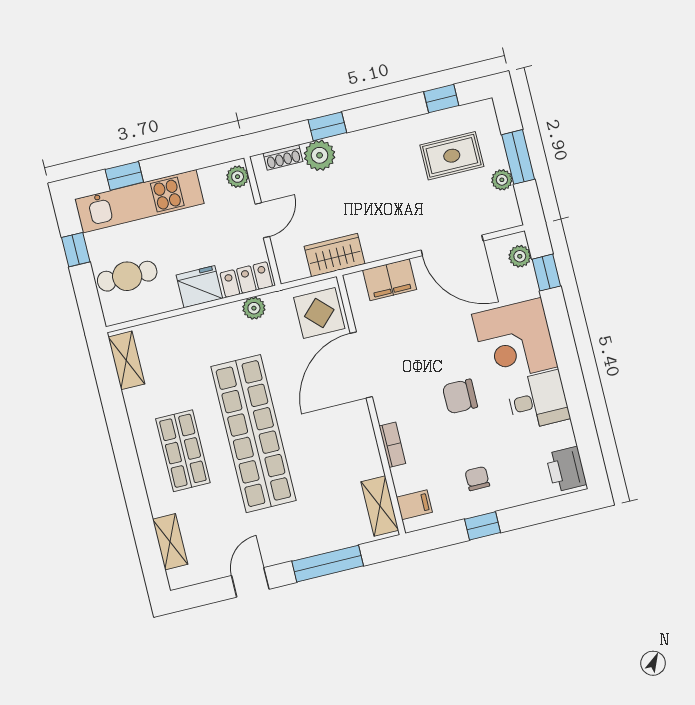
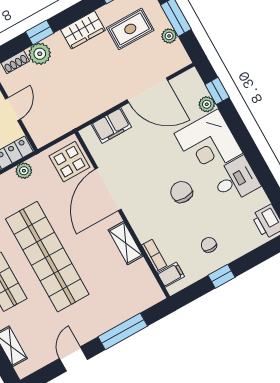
wardrobe: (334, 255) -> (83, 30), moved, turned 180
plant: (520, 256) -> (207, 104), moved
chair: (460, 396) -> (181, 192), turned 90
bookcase: (392, 445) -> (154, 255), moved
shelving: (380, 506) -> (126, 243), moved

